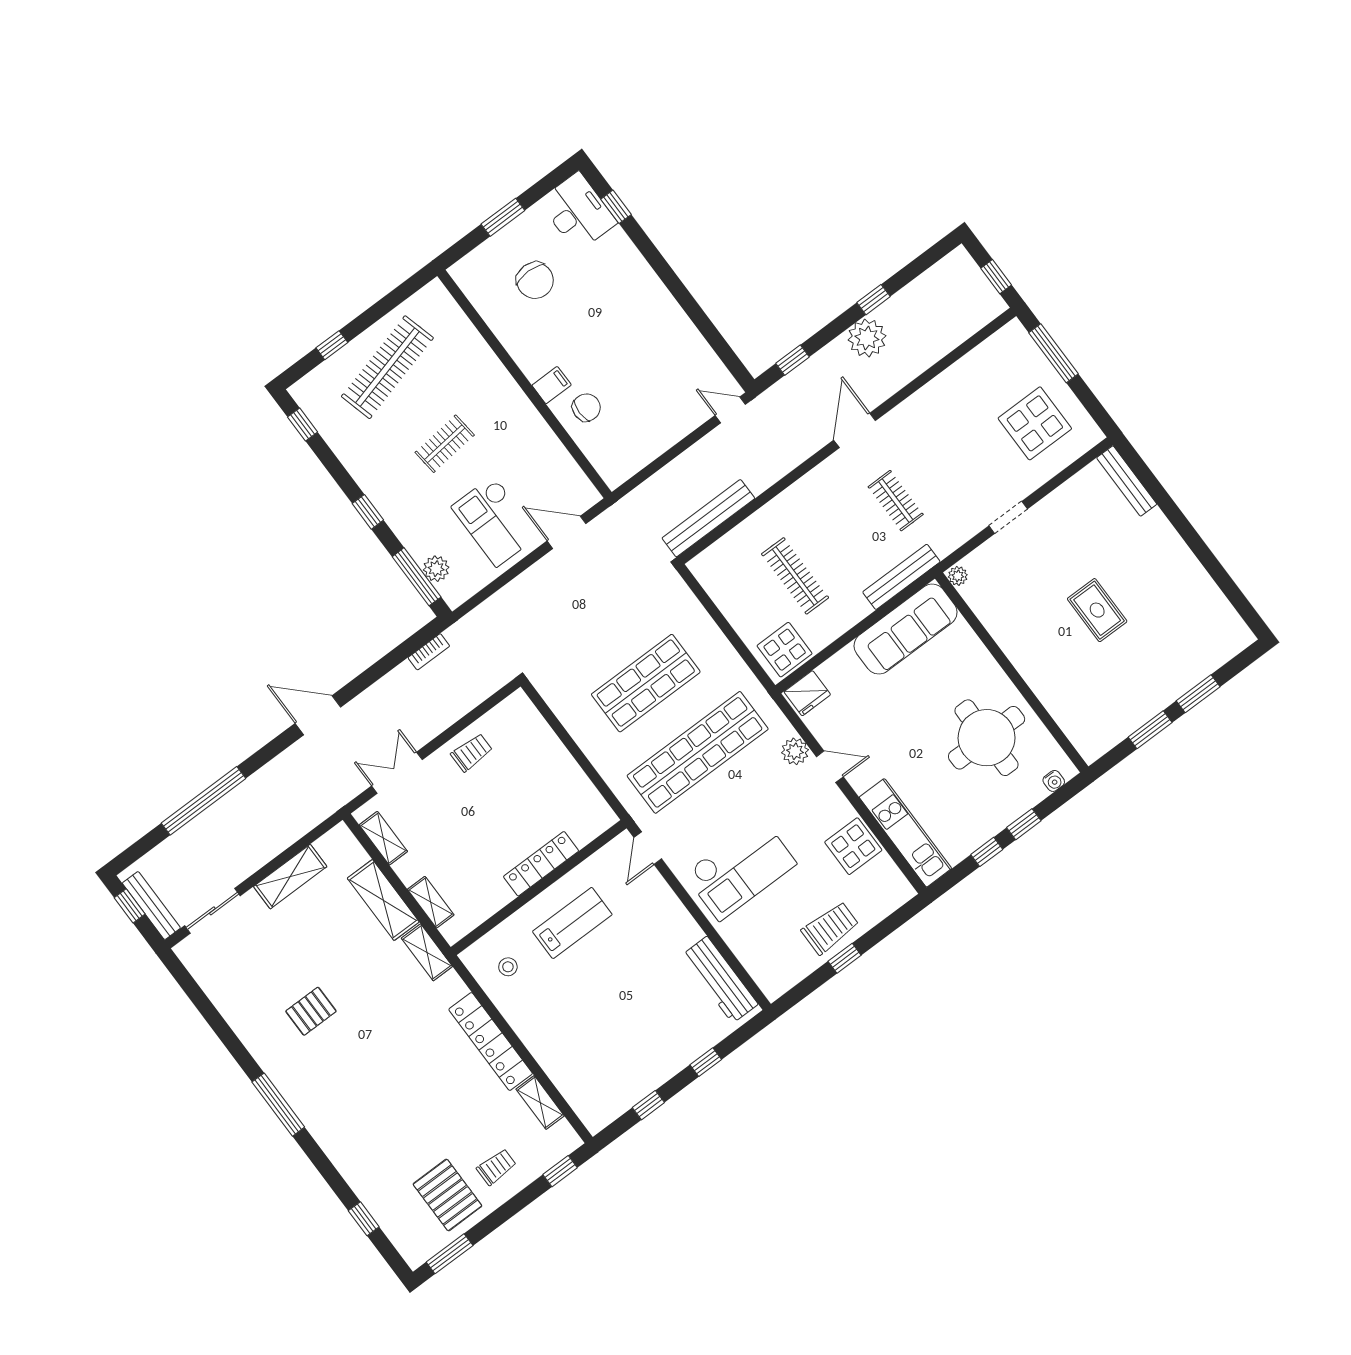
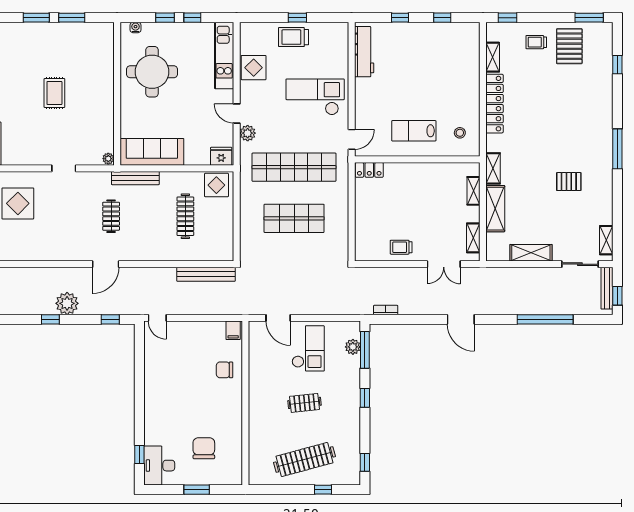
filing cabinet: (552, 385) -> (233, 330), moved, turned -90
locker: (541, 864) -> (369, 170), moved, width x0.66
shelving: (201, 970) -> (606, 240), added

